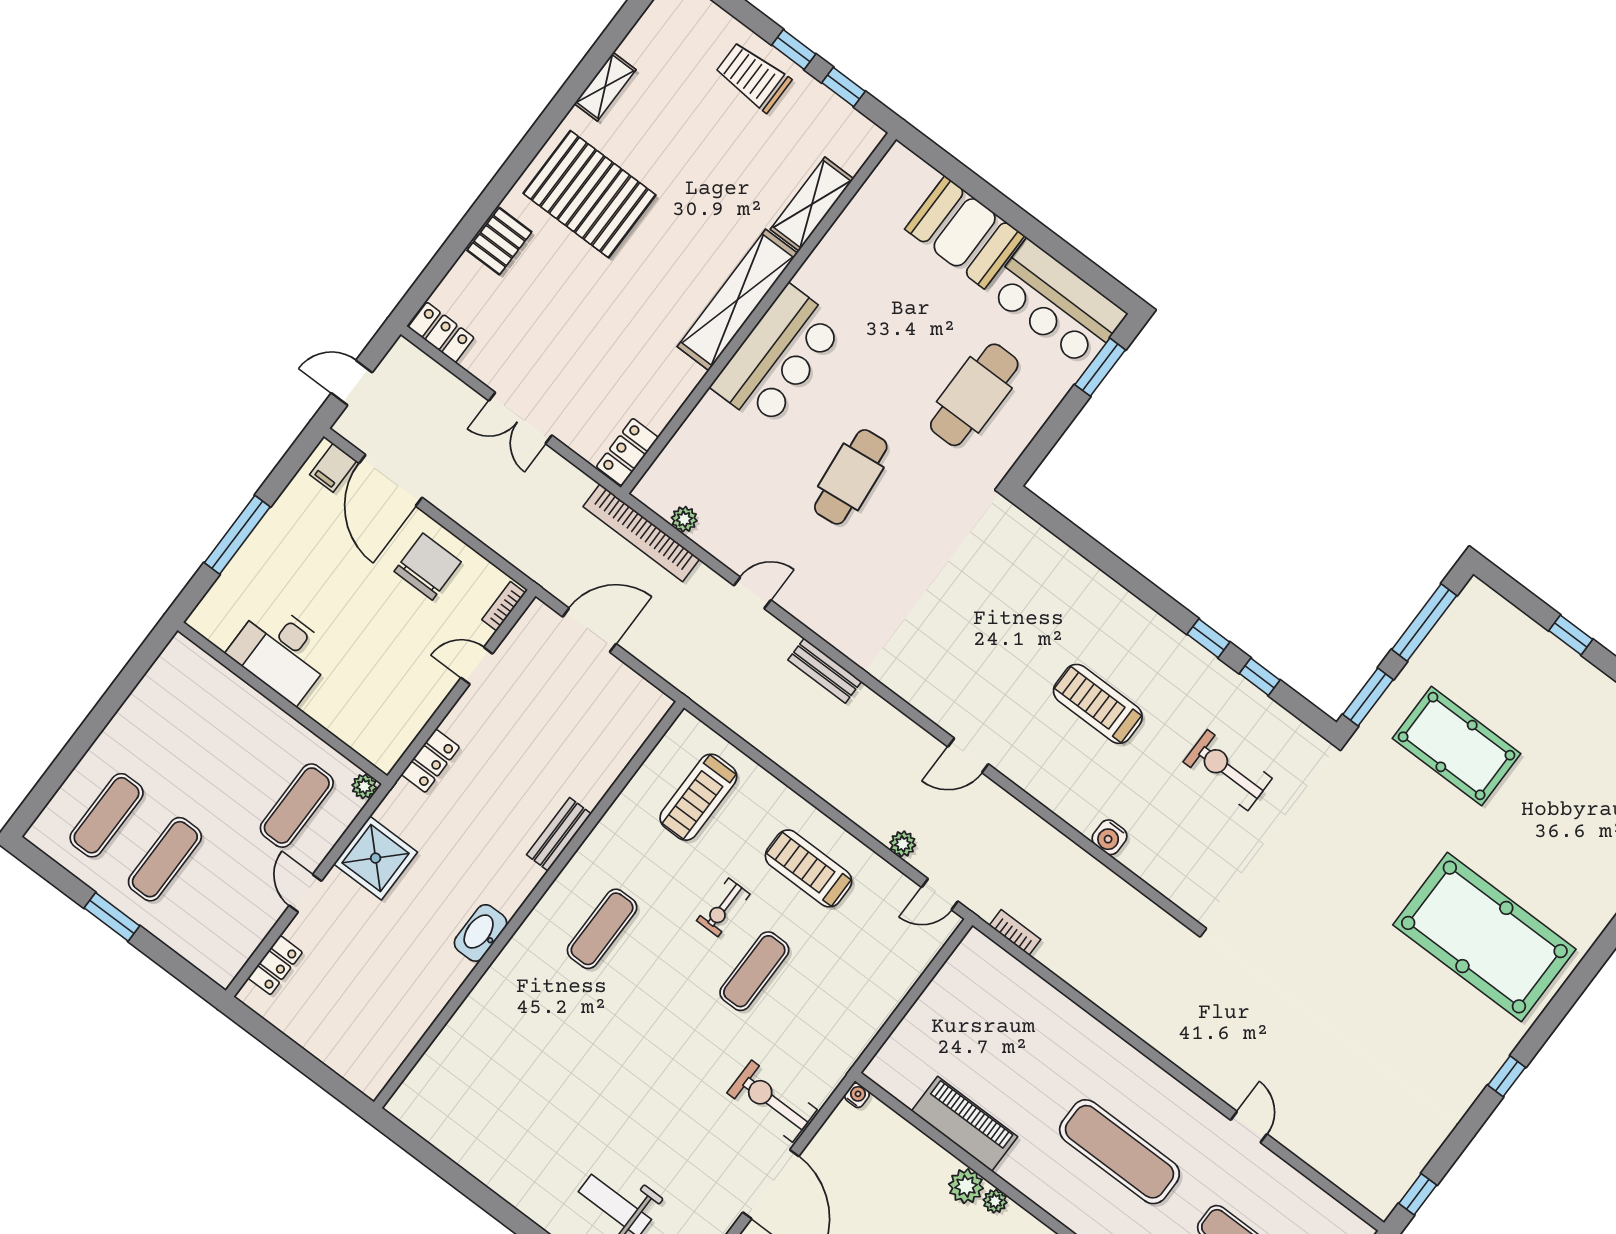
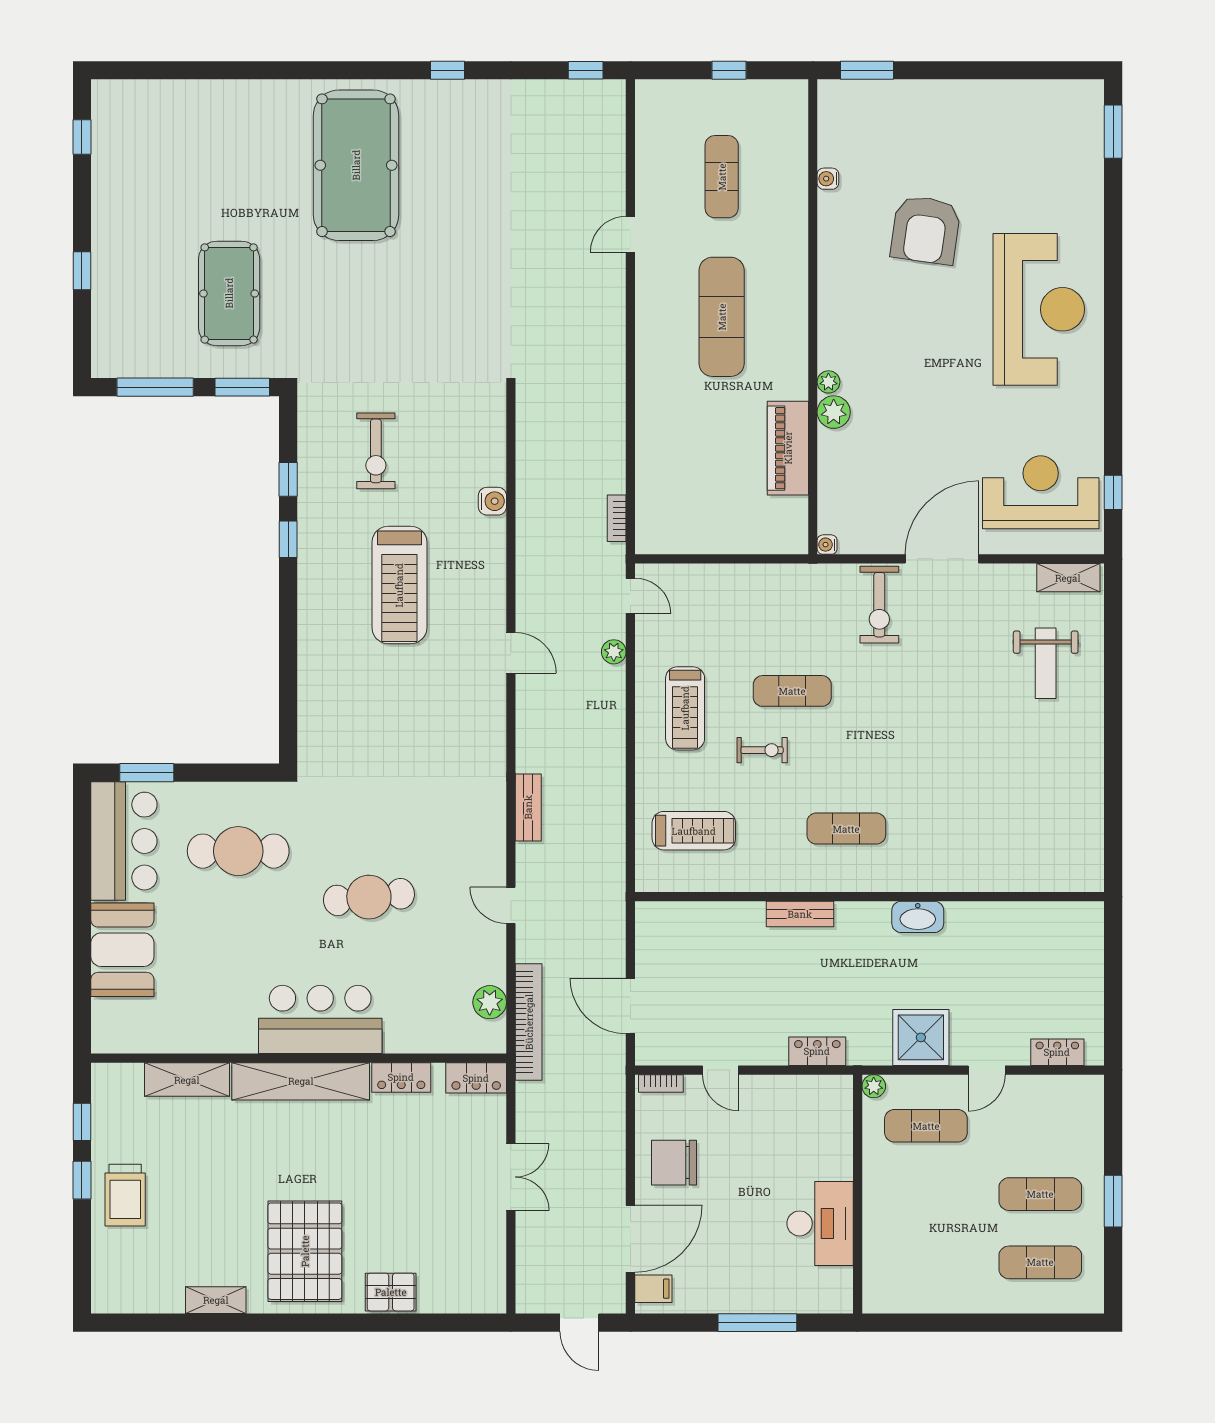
locker: (441, 332) -> (401, 1077), moved, turned -90
plant: (684, 519) -> (490, 1002), width x1.38, depth x1.38
treadmill: (1098, 704) -> (399, 585), width x1.37, depth x1.38

